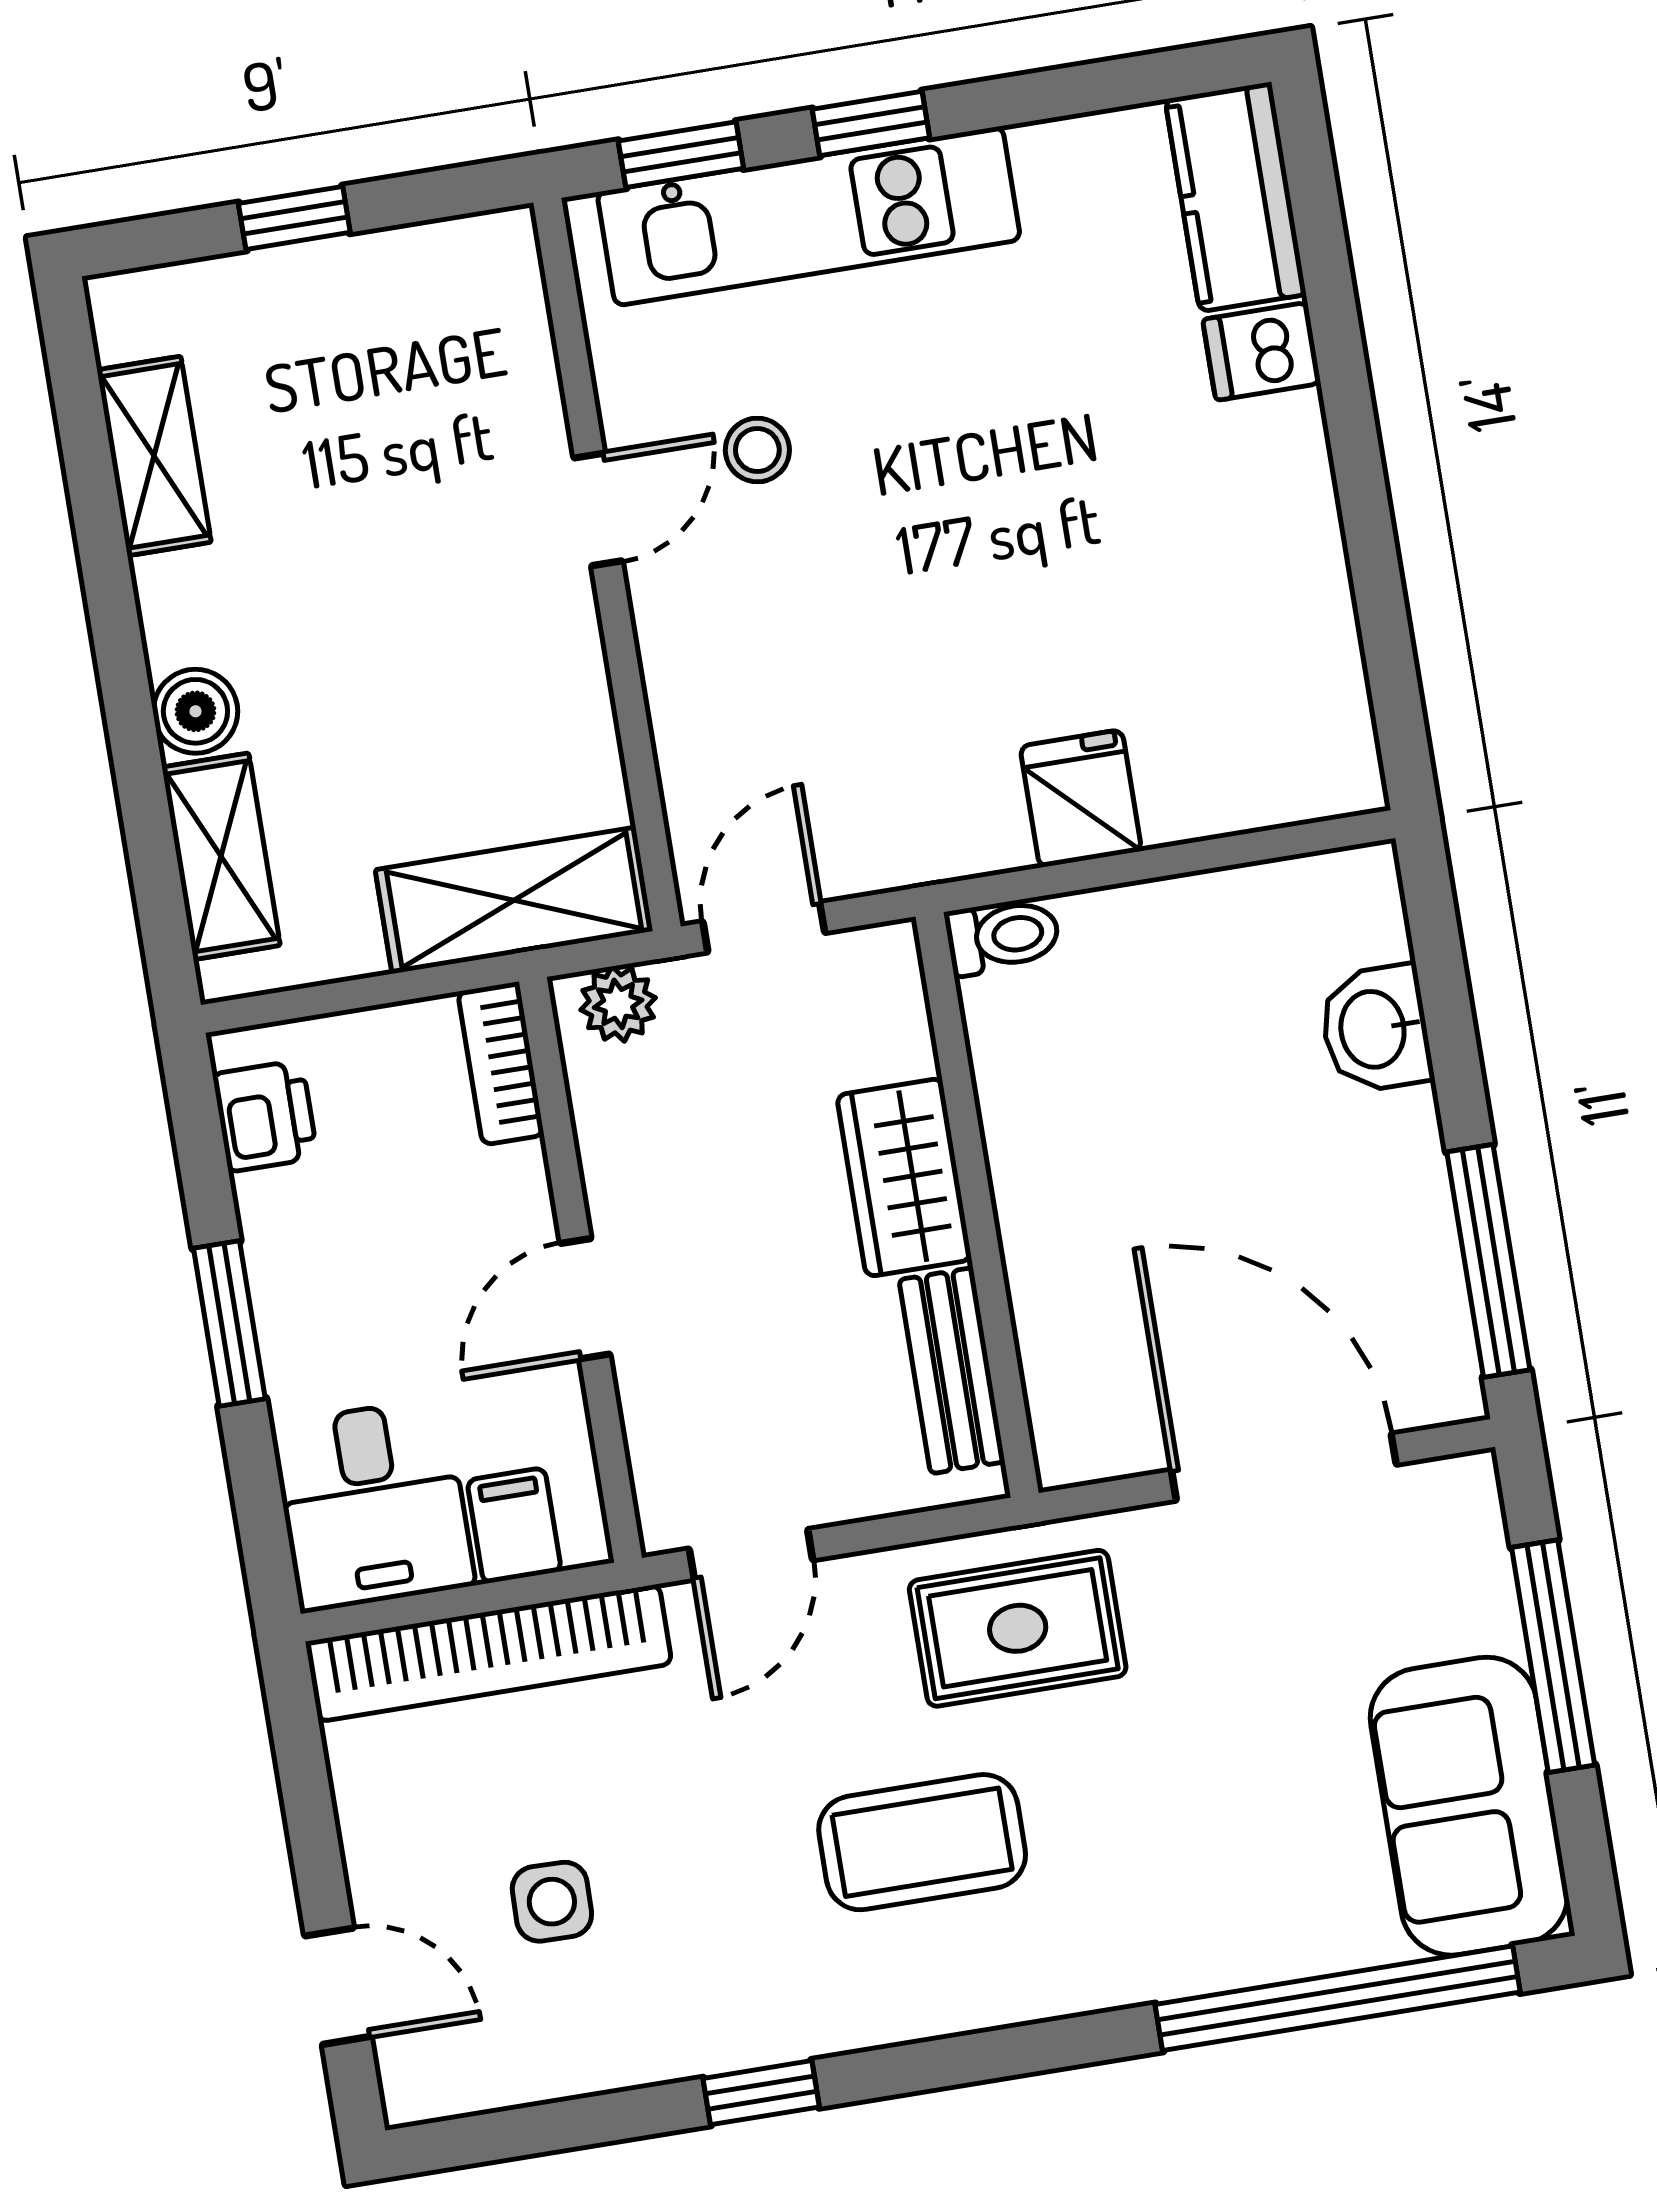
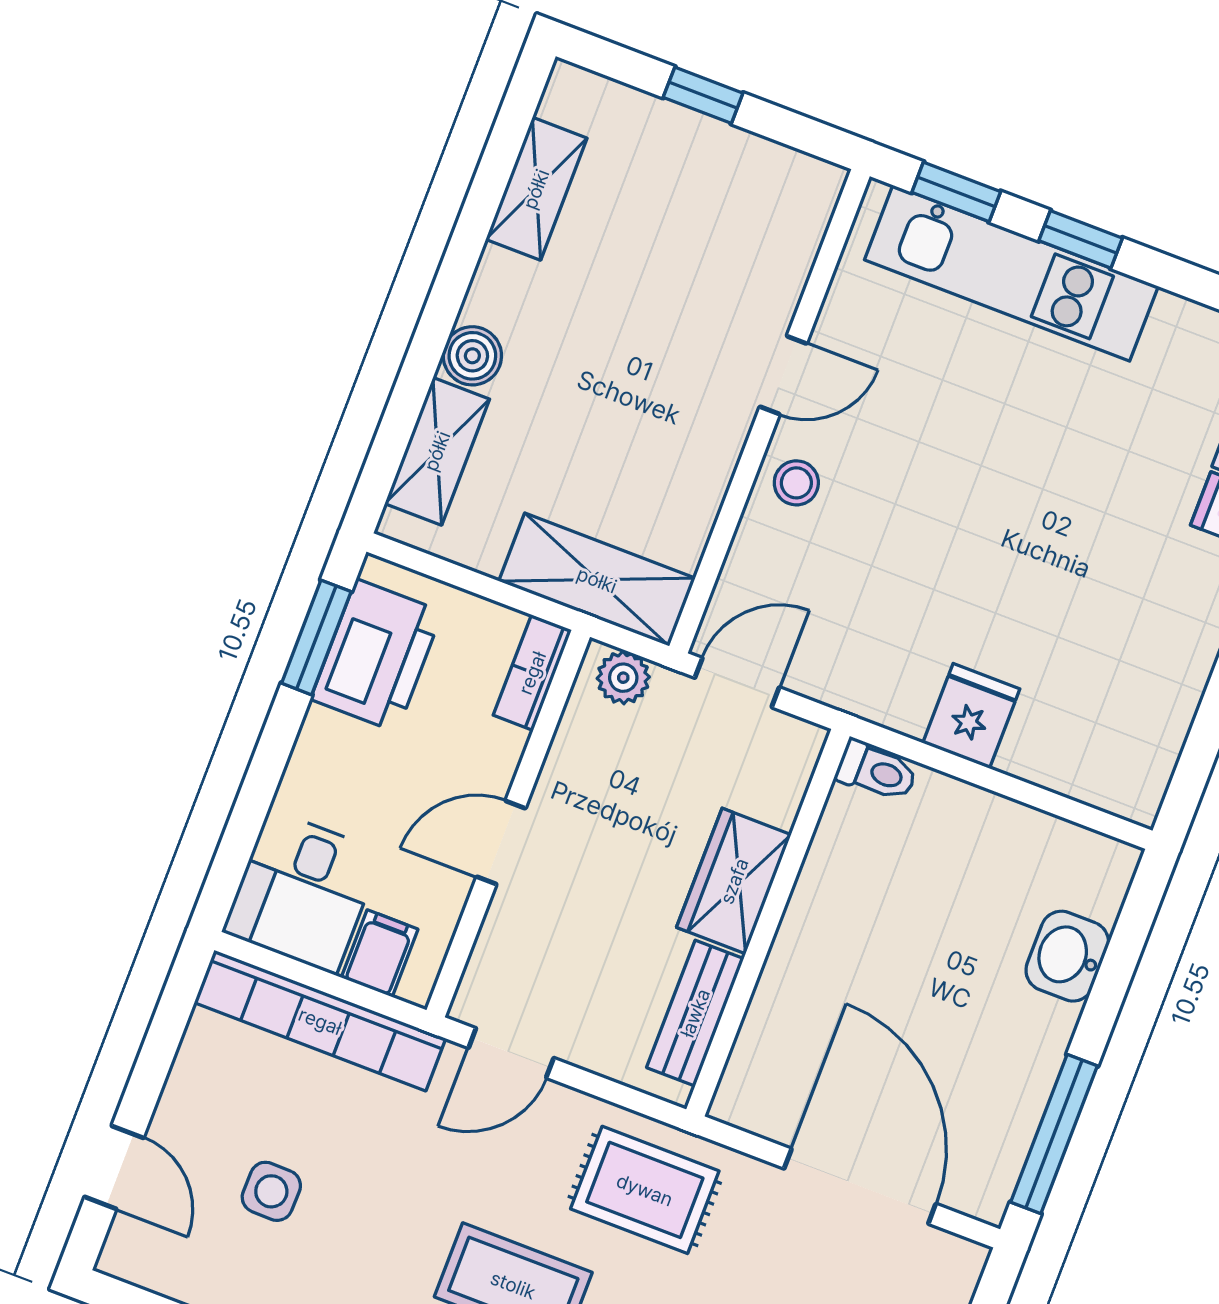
stool: (757, 450) -> (796, 483), moved
printer: (265, 1116) -> (377, 655), width x1.87, depth x1.48
window: (229, 1324) -> (316, 637), moved

